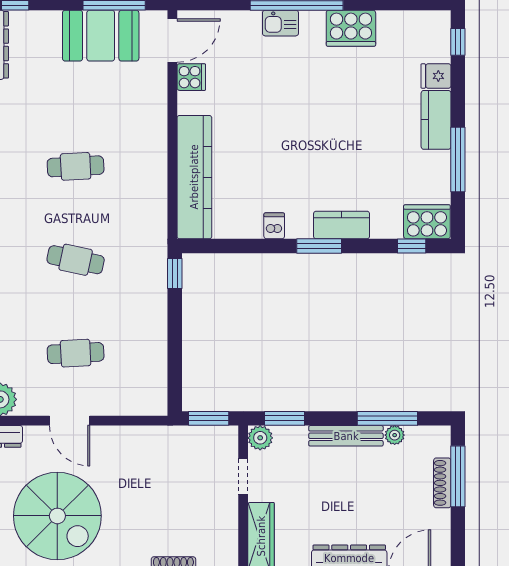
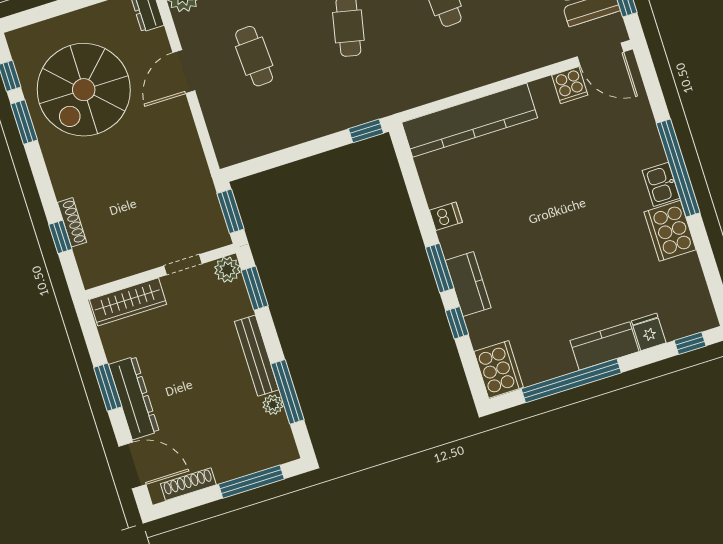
kitchen sink: (280, 23) -> (661, 184), moved
window: (458, 160) -> (571, 381), width x1.46
window: (412, 246) -> (457, 323), moved
shoe rack: (442, 483) -> (188, 484), moved

